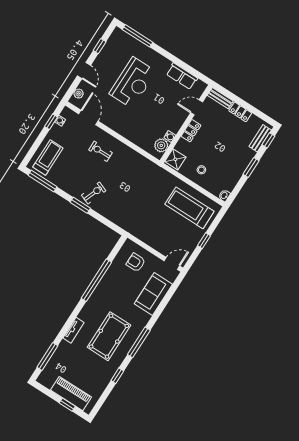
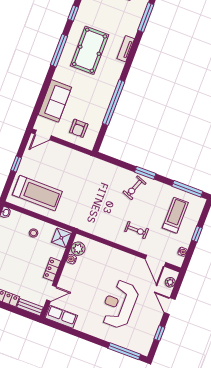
row of seats: (182, 76) -> (61, 317), moved
window: (51, 122) -> (197, 234), moved
treadmill: (48, 157) -> (175, 215), moved, turned 180
armchair: (136, 262) -> (79, 128), turned 90

